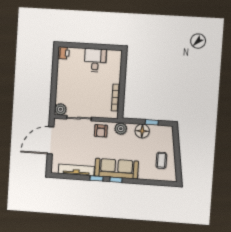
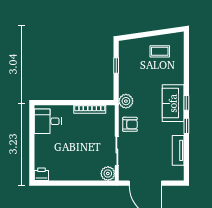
desk: (95, 60) -> (48, 121), moved
floor lamp: (142, 131) -> (127, 76), removed
sofa: (116, 169) -> (173, 103), width x0.73
tv unit: (76, 170) -> (178, 150), width x0.71

